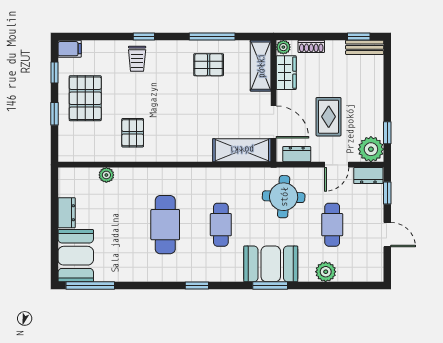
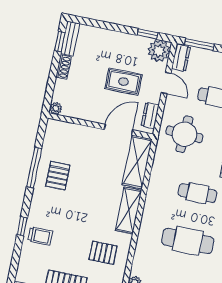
shoe rack: (311, 46) -> (63, 67), moved
shelving: (261, 66) -> (129, 210), moved, turned 90
wardrobe: (286, 73) -> (78, 110), removed
window: (387, 193) -> (199, 44), width x1.50

